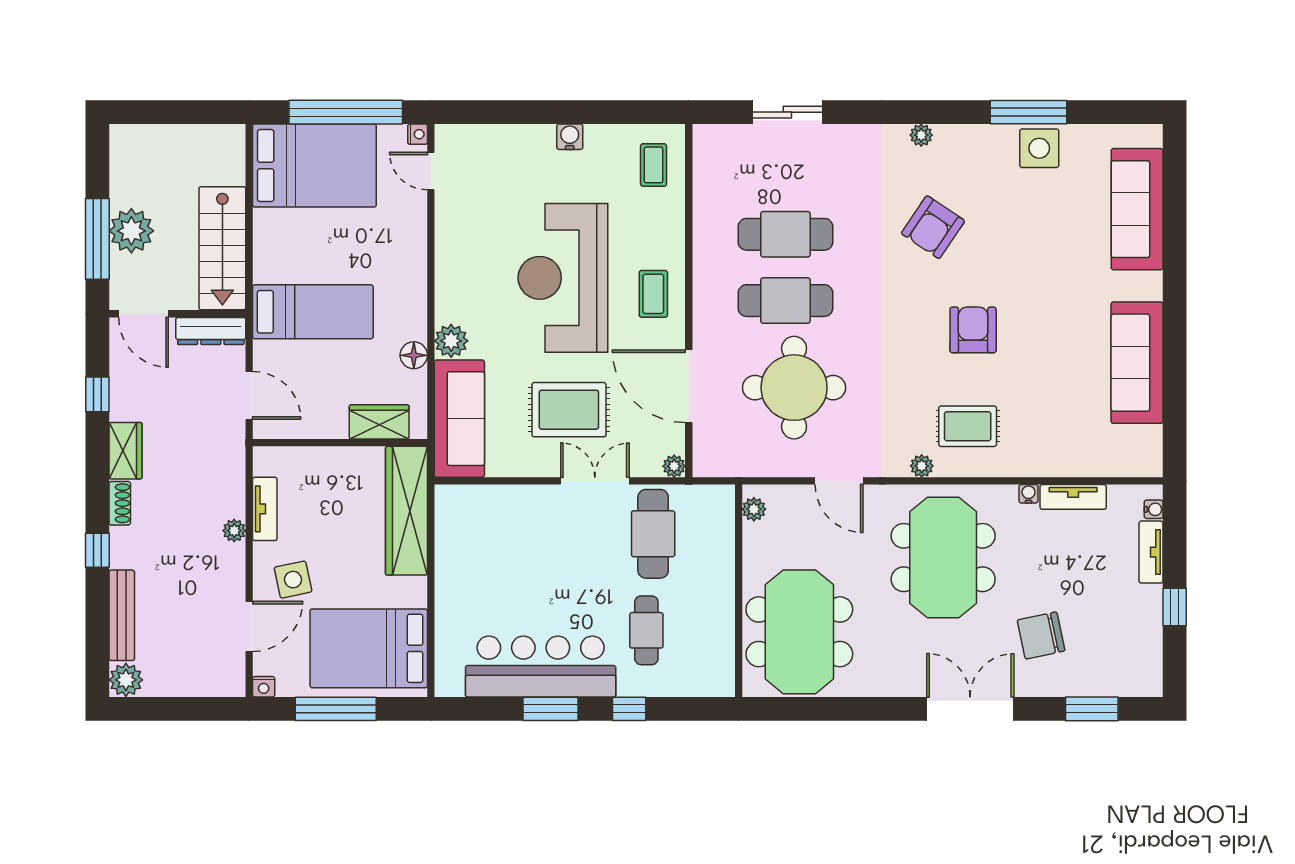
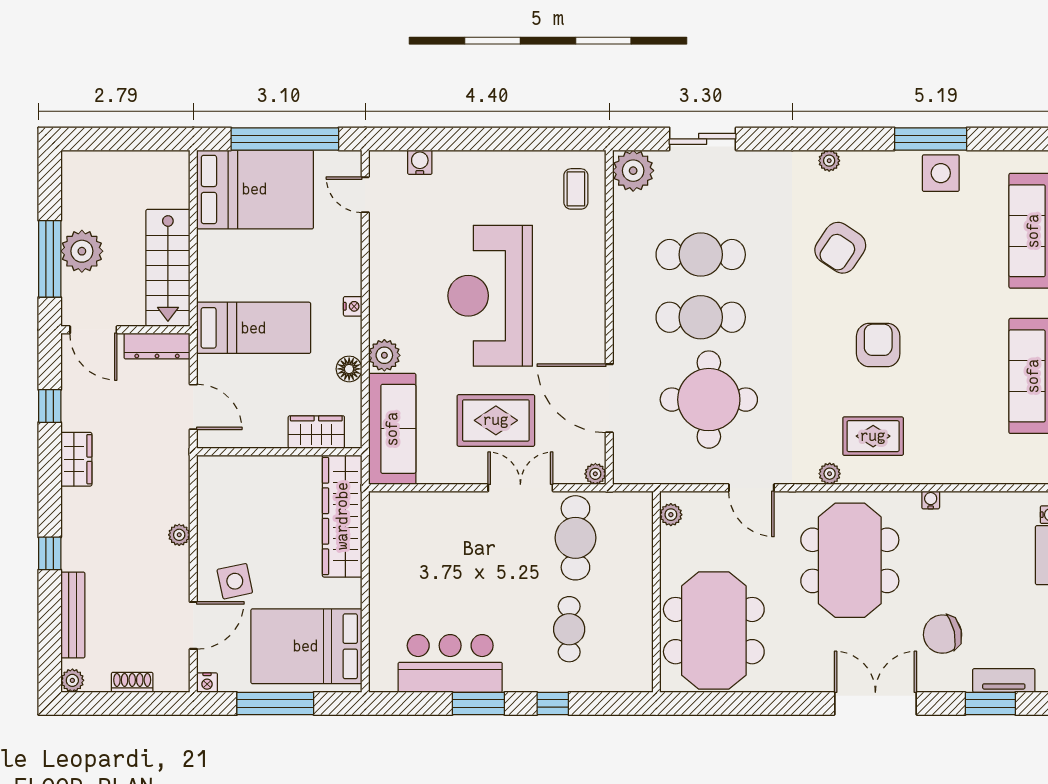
nightstand: (418, 134) -> (353, 306), moved
water cooler: (570, 137) -> (420, 162), moved
plant: (714, 146) -> (633, 171), added
coffee table: (653, 294) -> (576, 311), removed
tv unit: (1073, 497) -> (1004, 680), moved, turned 180
shoe rack: (120, 503) -> (132, 682), moved, turned -90
tv unit: (265, 509) -> (208, 514), removed
bar counter: (541, 667) -> (450, 663), width x0.73
plant: (126, 680) -> (72, 680), width x0.73, depth x0.73

